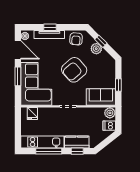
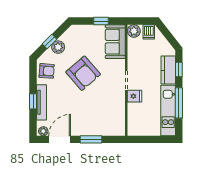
corner sofa: (36, 84) -> (100, 118), removed
fridge: (32, 113) -> (135, 96), moved

